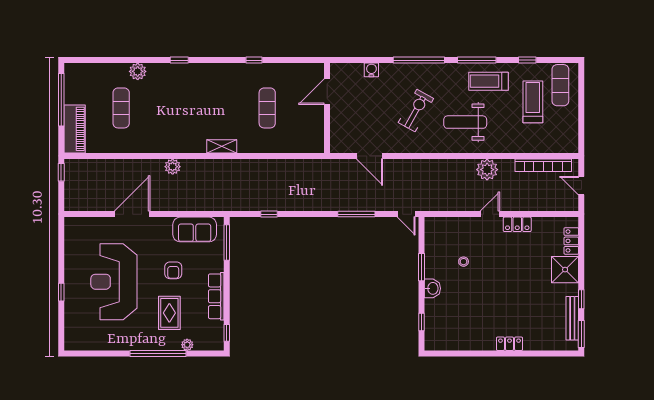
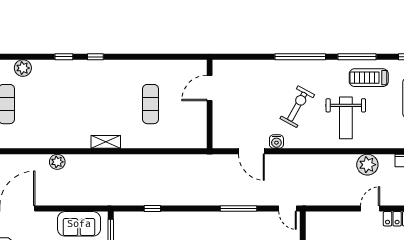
window: (254, 60) -> (95, 57), moved
water cooler: (371, 70) -> (276, 142), moved, turned 180
weight bench: (465, 122) -> (346, 118), turned -90

